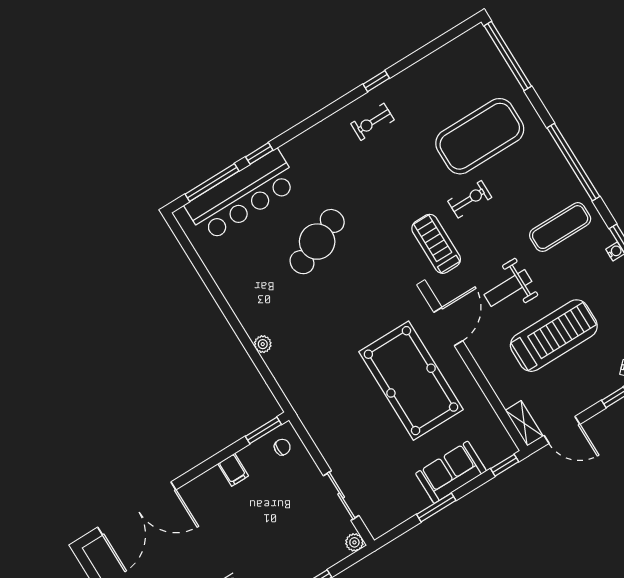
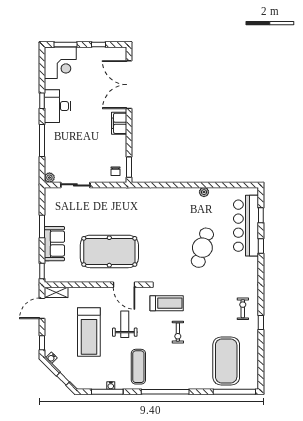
exercise mat: (480, 136) -> (226, 361), moved
window: (212, 183) -> (261, 215), width x0.46
cafe table: (317, 242) -> (202, 248), turned 39
plant: (263, 344) -> (204, 192), moved
filing cabinet: (233, 470) -> (119, 123), moved, width x2.00

